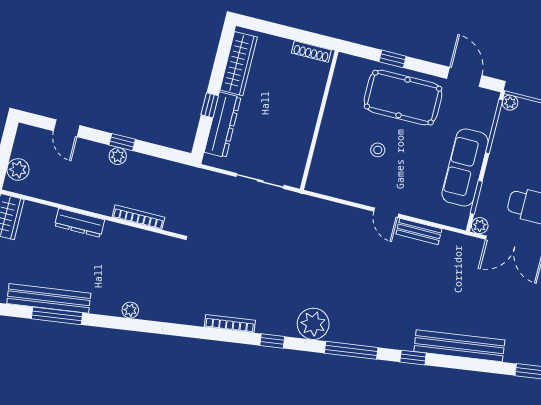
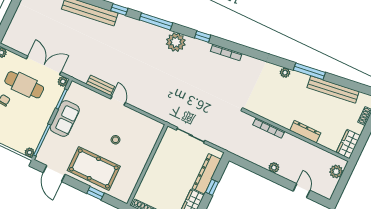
window: (122, 142) -> (270, 175), removed
sofa: (465, 167) -> (65, 119), width x0.73
window: (57, 316) -> (309, 71), moved

